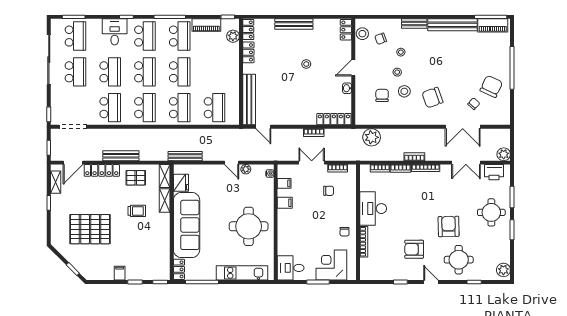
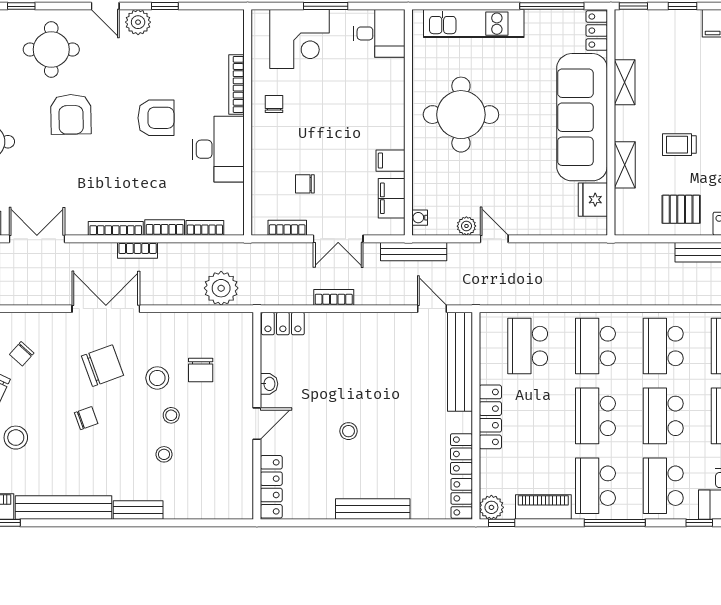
locker: (346, 30) -> (271, 487), width x1.53
stool: (362, 34) -> (16, 438), moved
plant: (233, 36) -> (491, 507), moved
chair: (381, 39) -> (86, 418), moved
locker: (234, 71) -> (490, 417), added
locker: (334, 119) -> (283, 324), width x0.66
double door: (463, 127) -> (106, 309), moved
bench: (185, 156) -> (414, 252), moved
shelving: (165, 176) -> (625, 82), moved
filing cabinet: (284, 183) -> (392, 198), width x2.00
armchair: (414, 249) -> (156, 118), moved
plant: (414, 274) -> (138, 22), added

